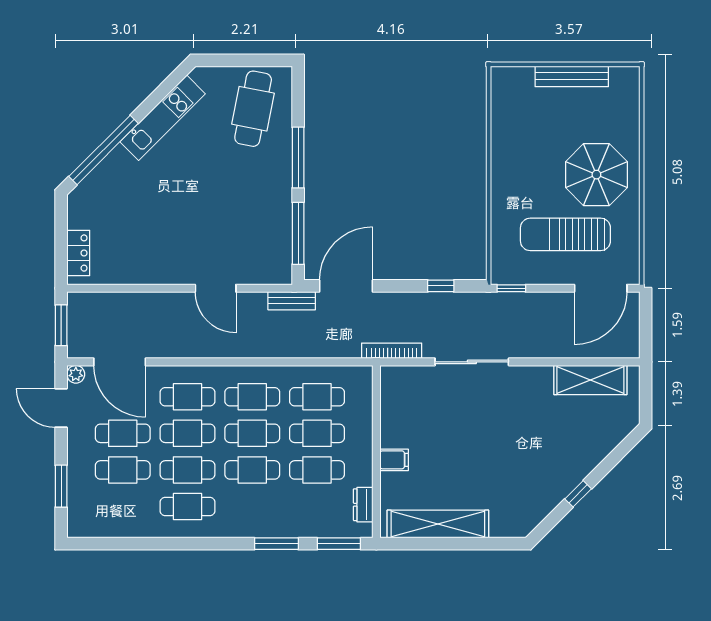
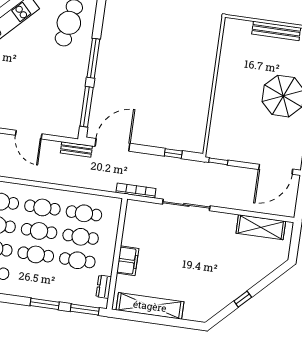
sun lounger: (565, 234) -> (258, 132), removed
filing cabinet: (394, 460) -> (128, 261), width x2.00

